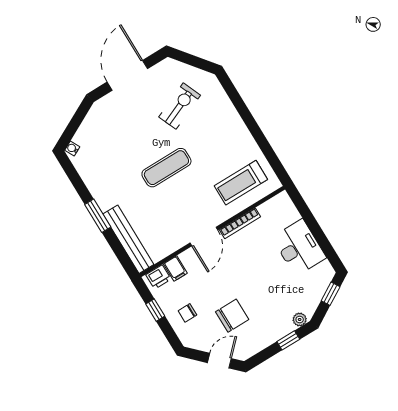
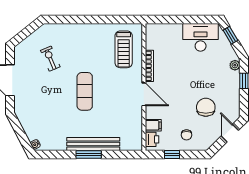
exercise bike: (180, 106) -> (50, 59), width x0.73, depth x0.72
bench: (128, 239) -> (93, 144), moved
desk: (299, 248) -> (201, 37), moved

